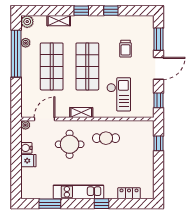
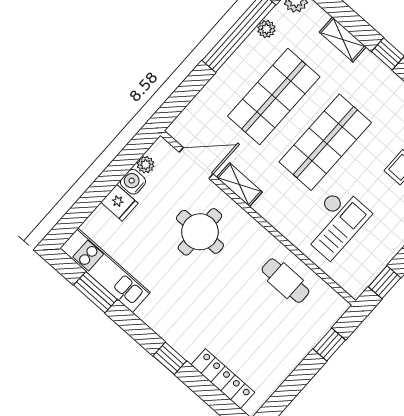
shelving: (81, 112) -> (239, 185), moved
plant: (25, 125) -> (146, 165), moved
cafe table: (106, 138) -> (285, 281), moved
kitchen unit: (78, 192) -> (105, 270), moved
locker: (129, 193) -> (223, 379), width x1.53

